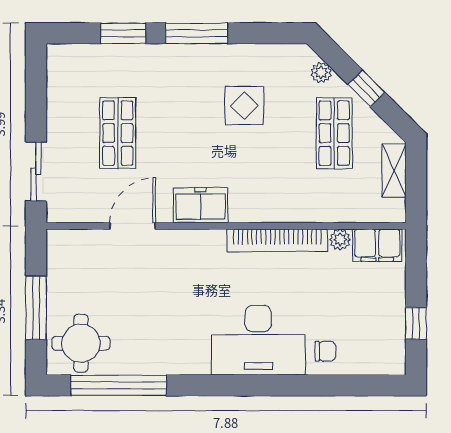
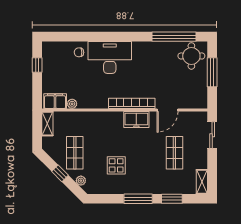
shelving: (58, 70) -> (202, 182), added
shelving: (394, 171) -> (47, 124), moved
bookcase: (277, 240) -> (132, 103), moved

